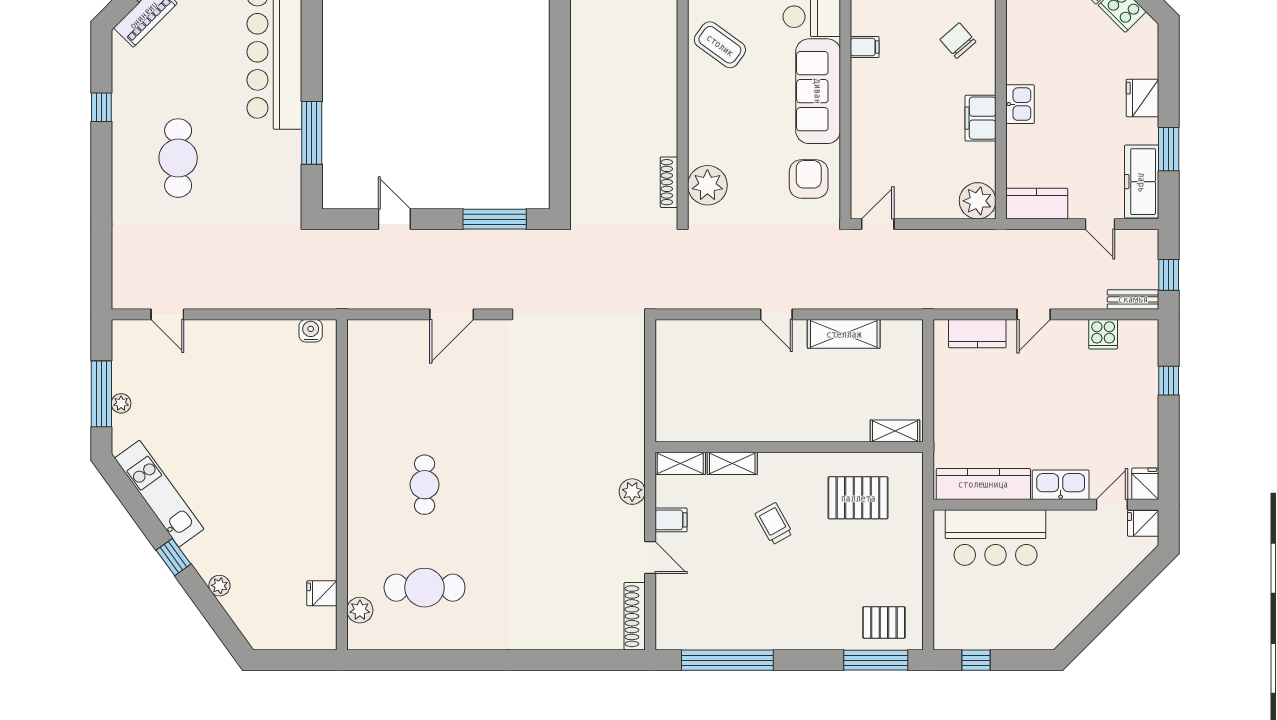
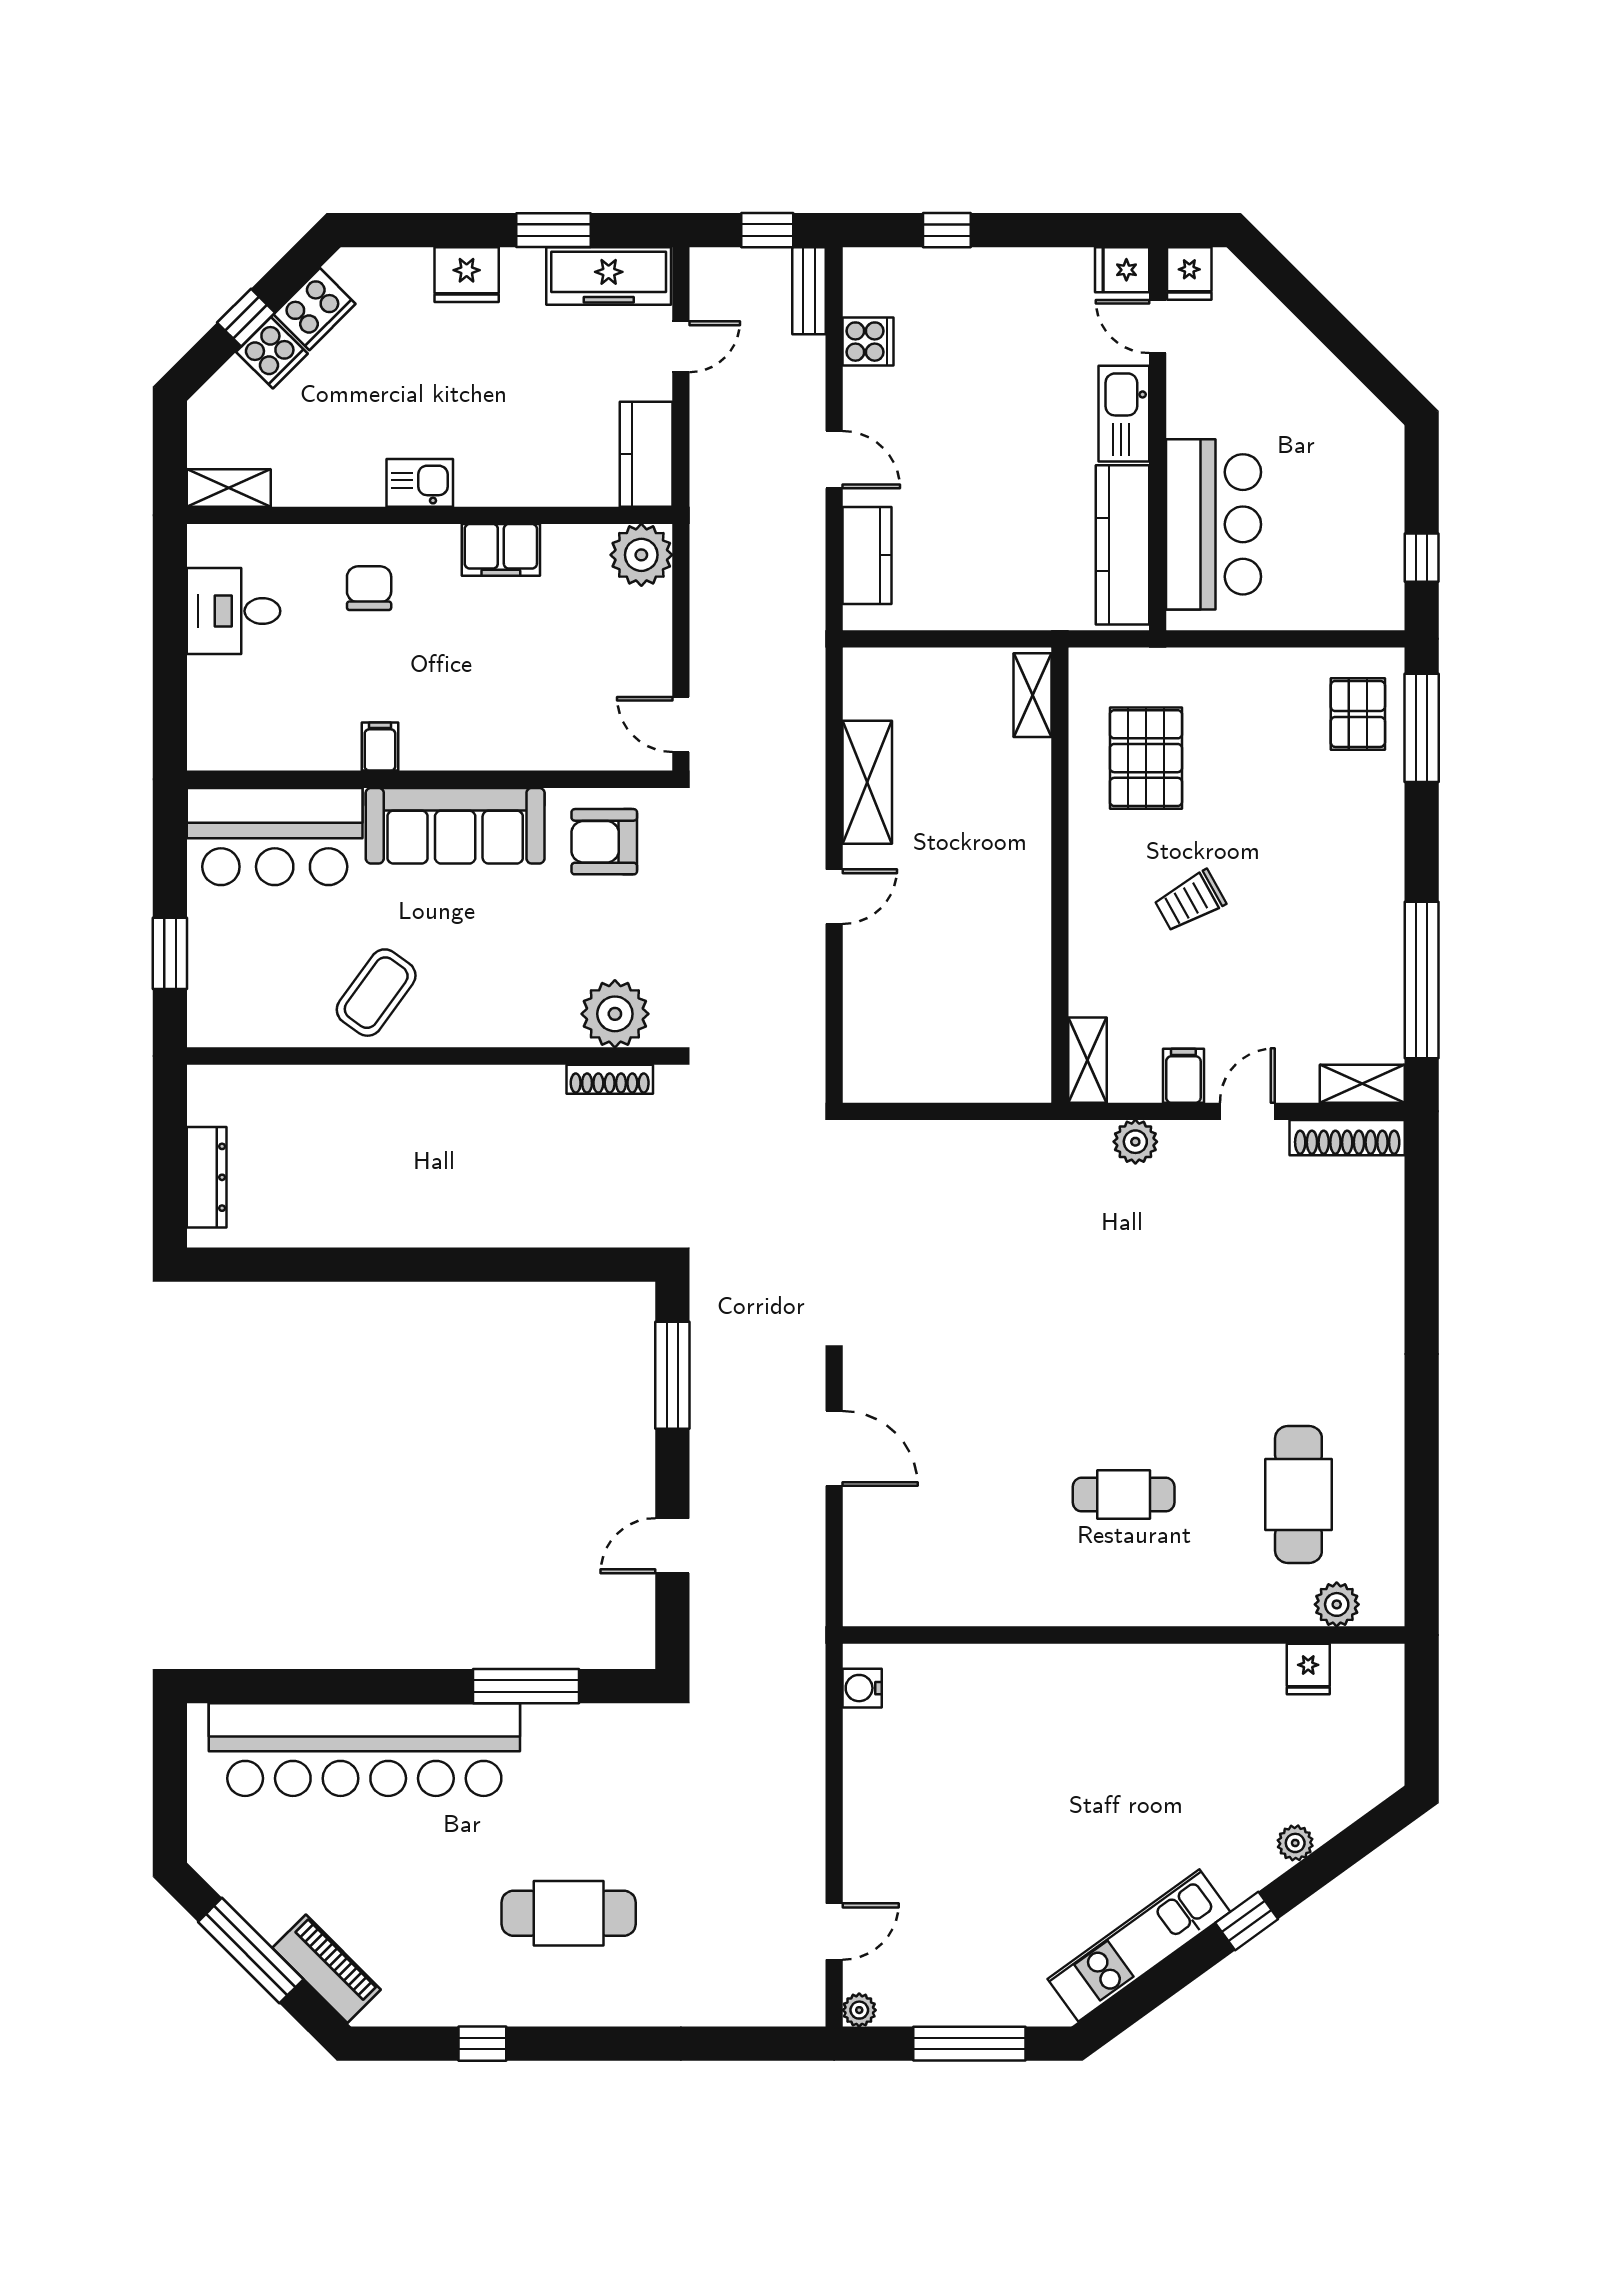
chair: (958, 41) -> (369, 588), turned 131
kitchen sink: (1020, 104) -> (420, 483), moved
plant: (121, 403) -> (859, 2010), moved
shelving: (732, 463) -> (1362, 1084), moved, turned 90

